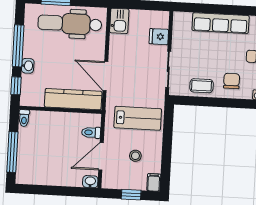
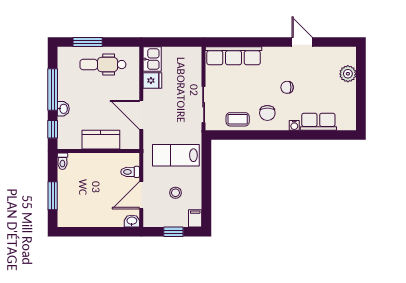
row of seats: (221, 23) -> (234, 56), moved
dental chair: (70, 24) -> (103, 65), width x0.73, depth x0.72
fridge: (159, 37) -> (152, 80), moved, turned 180
chair: (232, 81) -> (267, 113), turned 180
kitchen counter: (73, 99) -> (101, 140), width x0.67
lab bench: (138, 118) -> (176, 155), turned 180
window: (12, 152) -> (53, 196), width x0.69

